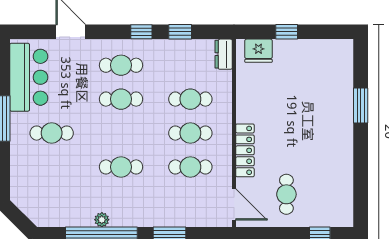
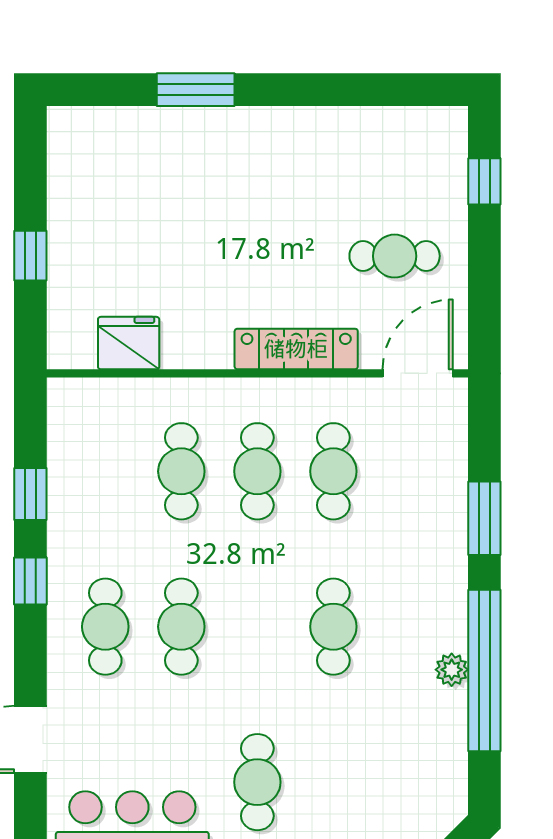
fridge: (258, 51) -> (129, 343), moved, turned -90
dresser: (224, 54) -> (81, 397), removed

